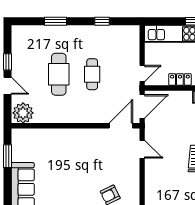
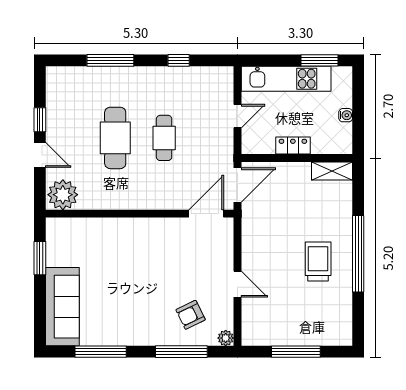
window: (55, 21) -> (110, 60), width x1.44
door: (142, 74) -> (237, 116), moved
door: (142, 149) -> (237, 284), moved

